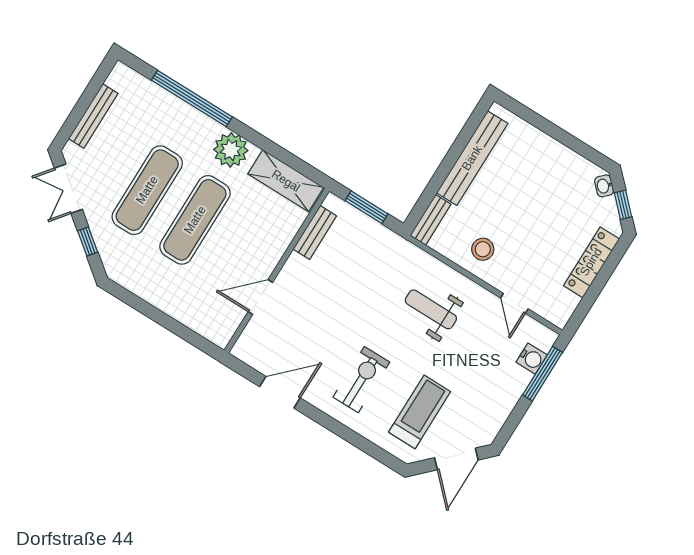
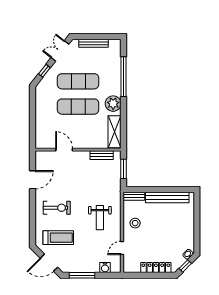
weight bench: (431, 309) -> (100, 218), turned 180
window: (543, 374) -> (82, 275), moved
door: (280, 392) -> (33, 180), hinge flipped

